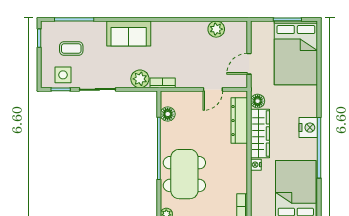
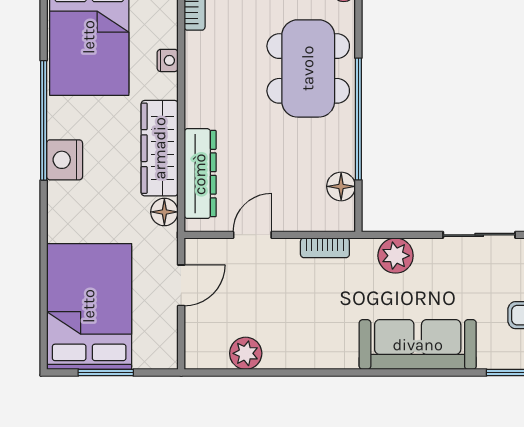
sofa: (129, 34) -> (418, 345), width x1.36
bookcase: (163, 83) -> (325, 248), moved
nightstand: (256, 165) -> (168, 60), moved

